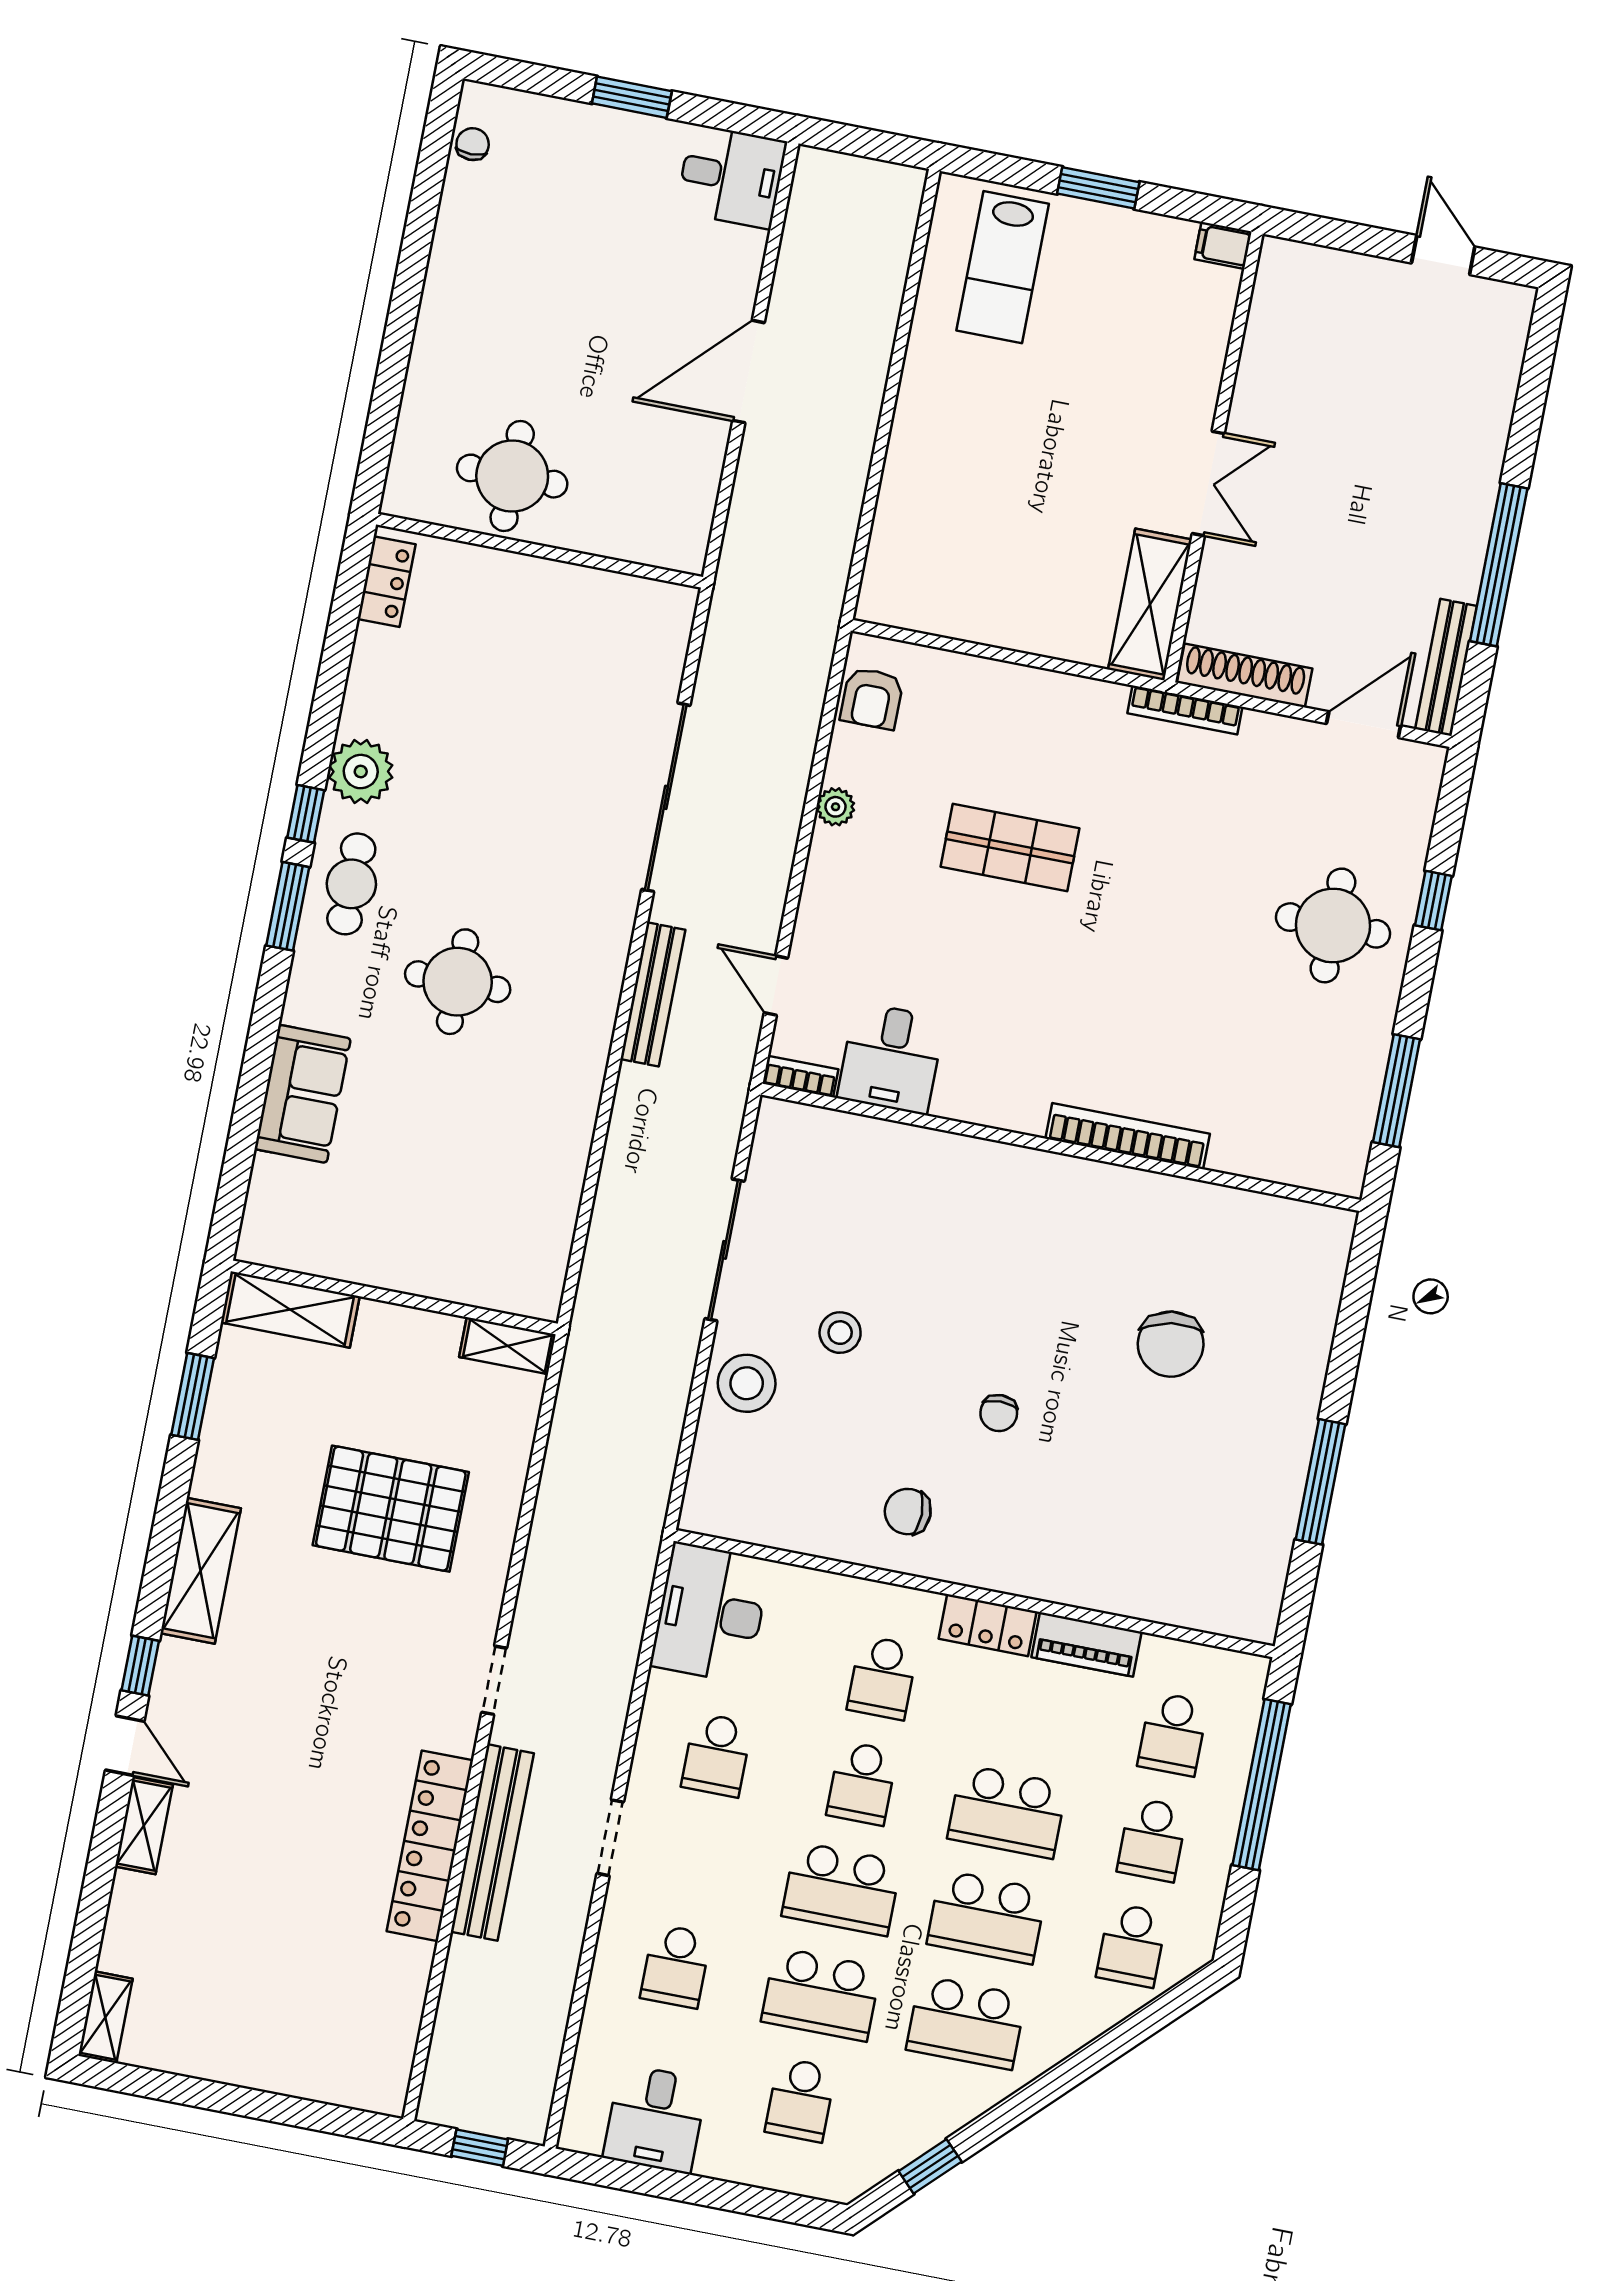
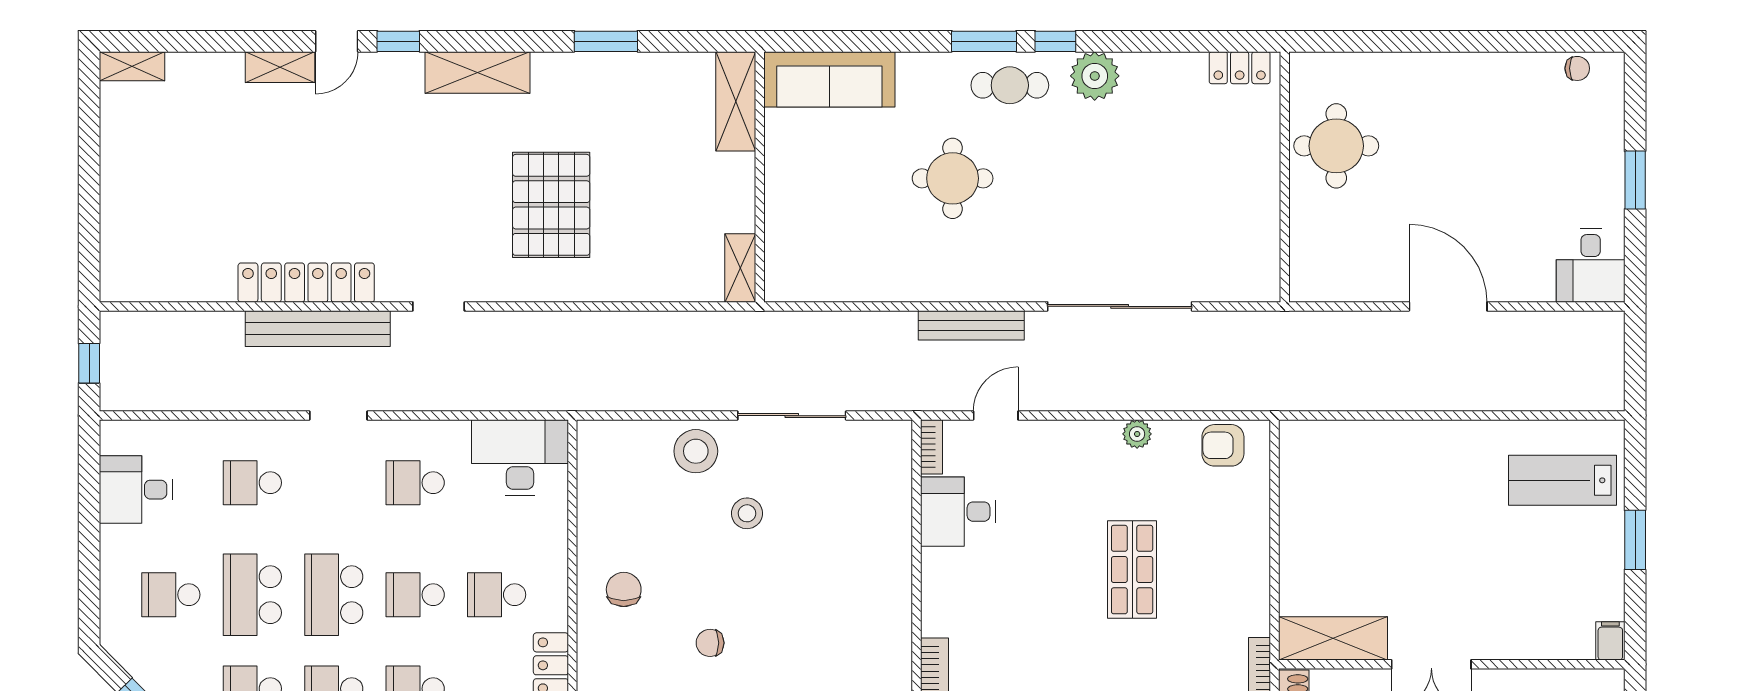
sofa: (303, 1094) -> (829, 79), width x1.36
wall: (394, 1297) -> (760, 177), moved
shelving: (290, 1309) -> (736, 101), moved
shelving: (507, 1346) -> (740, 268), moved

